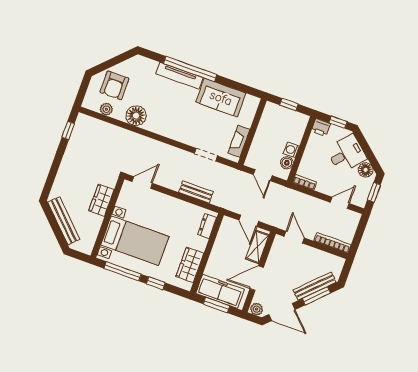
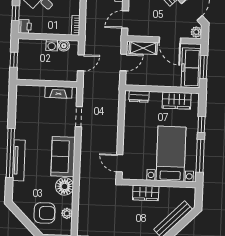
sofa: (221, 98) -> (63, 157), moved, turned 180
bench: (196, 192) -> (113, 115), removed

